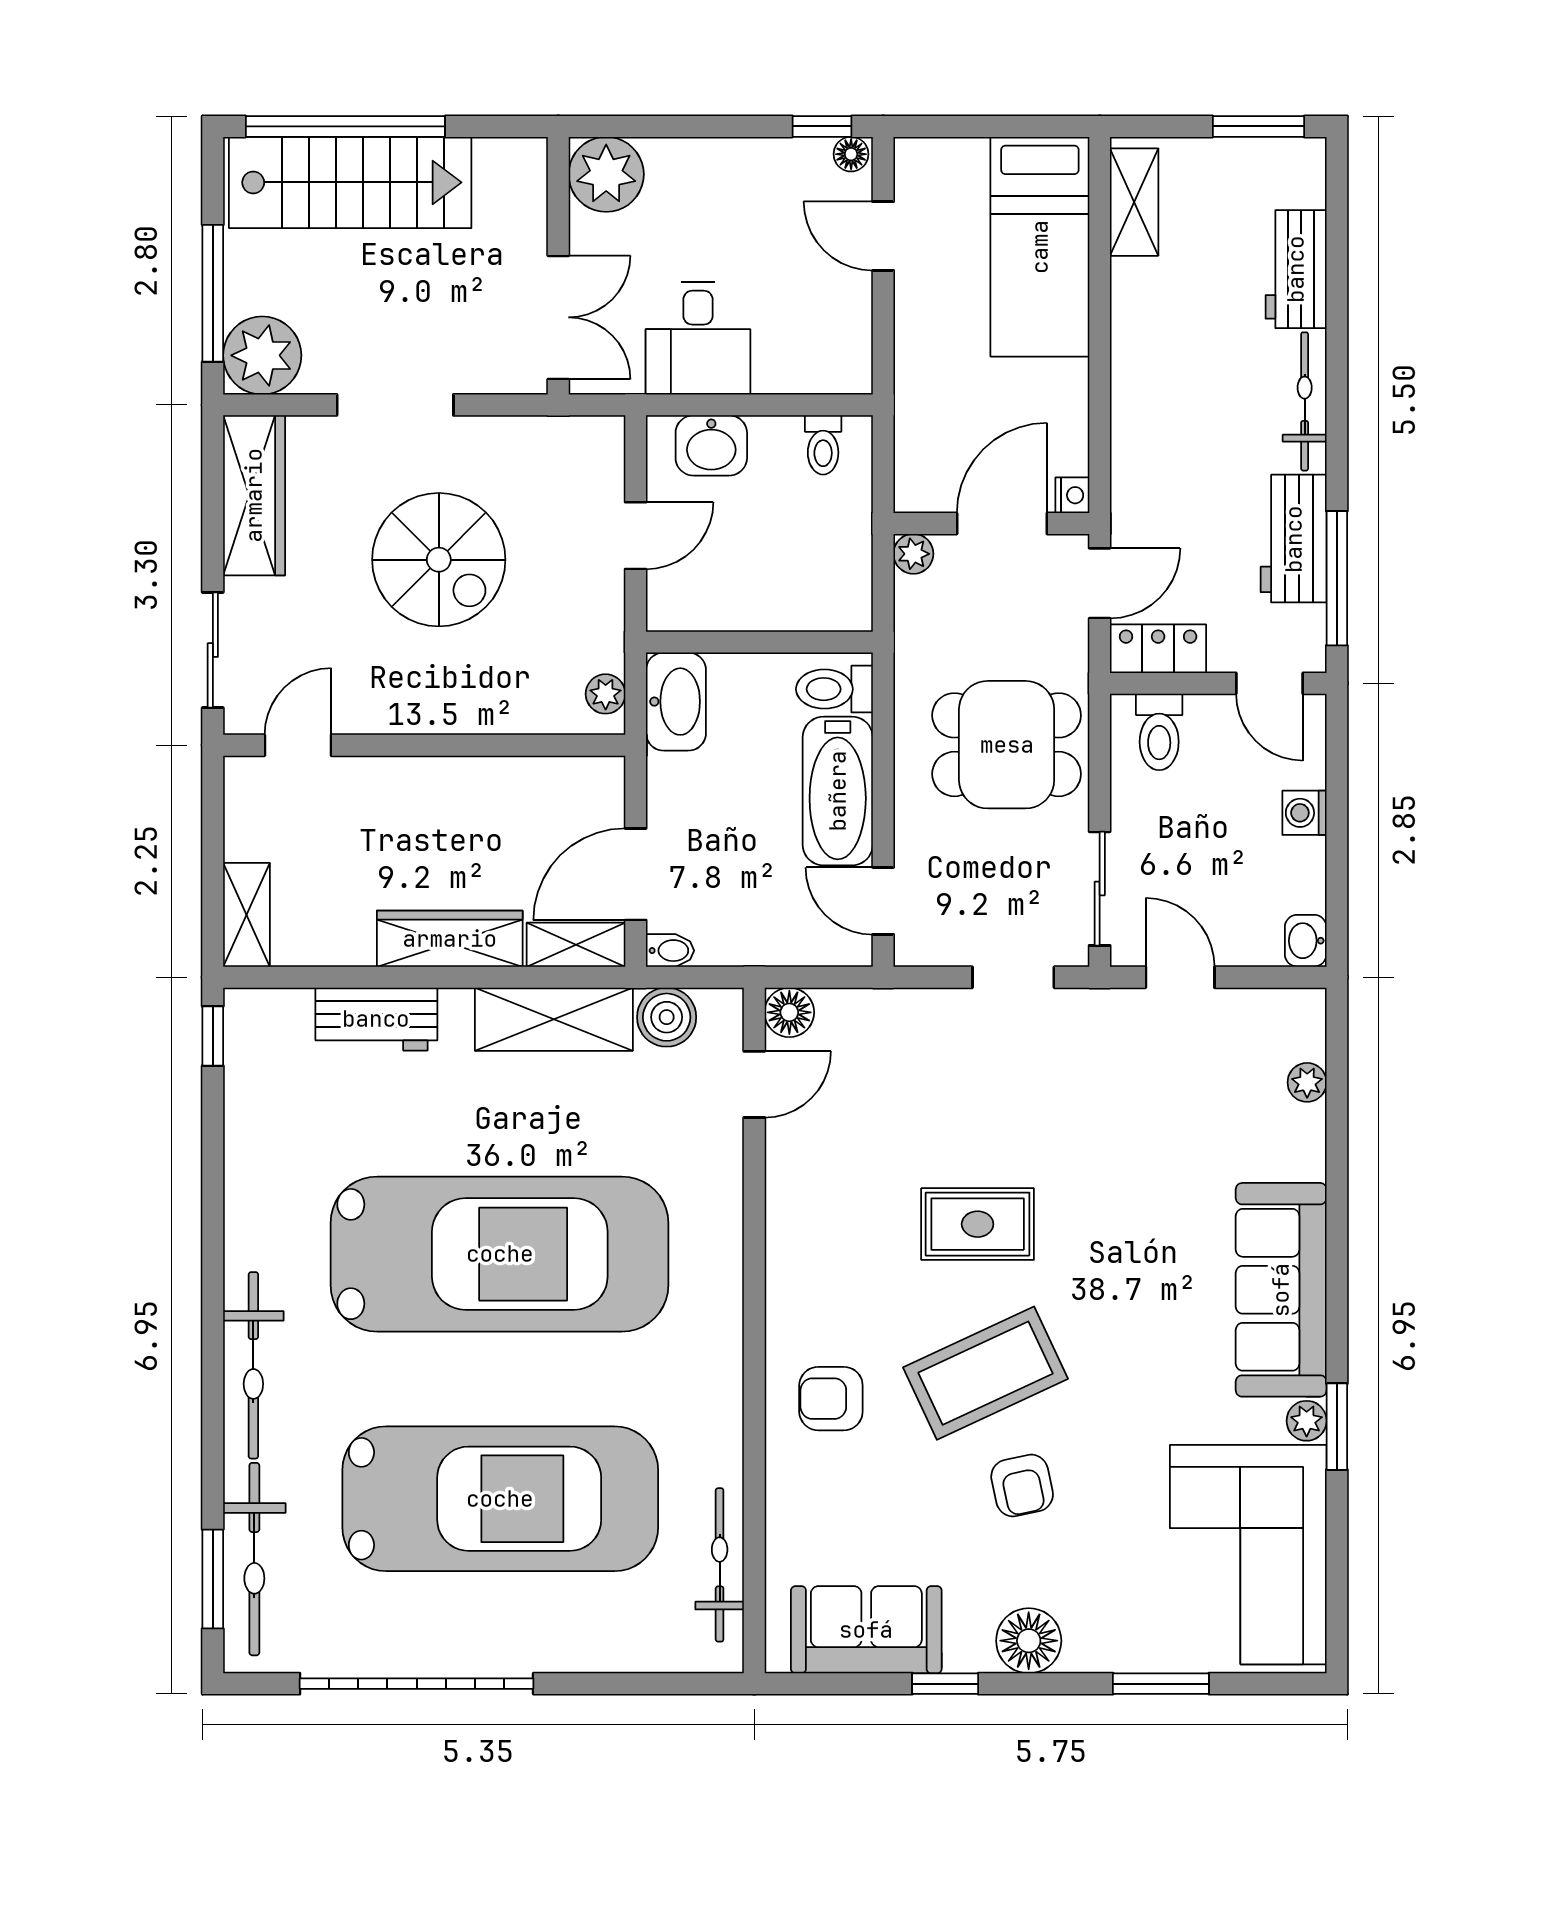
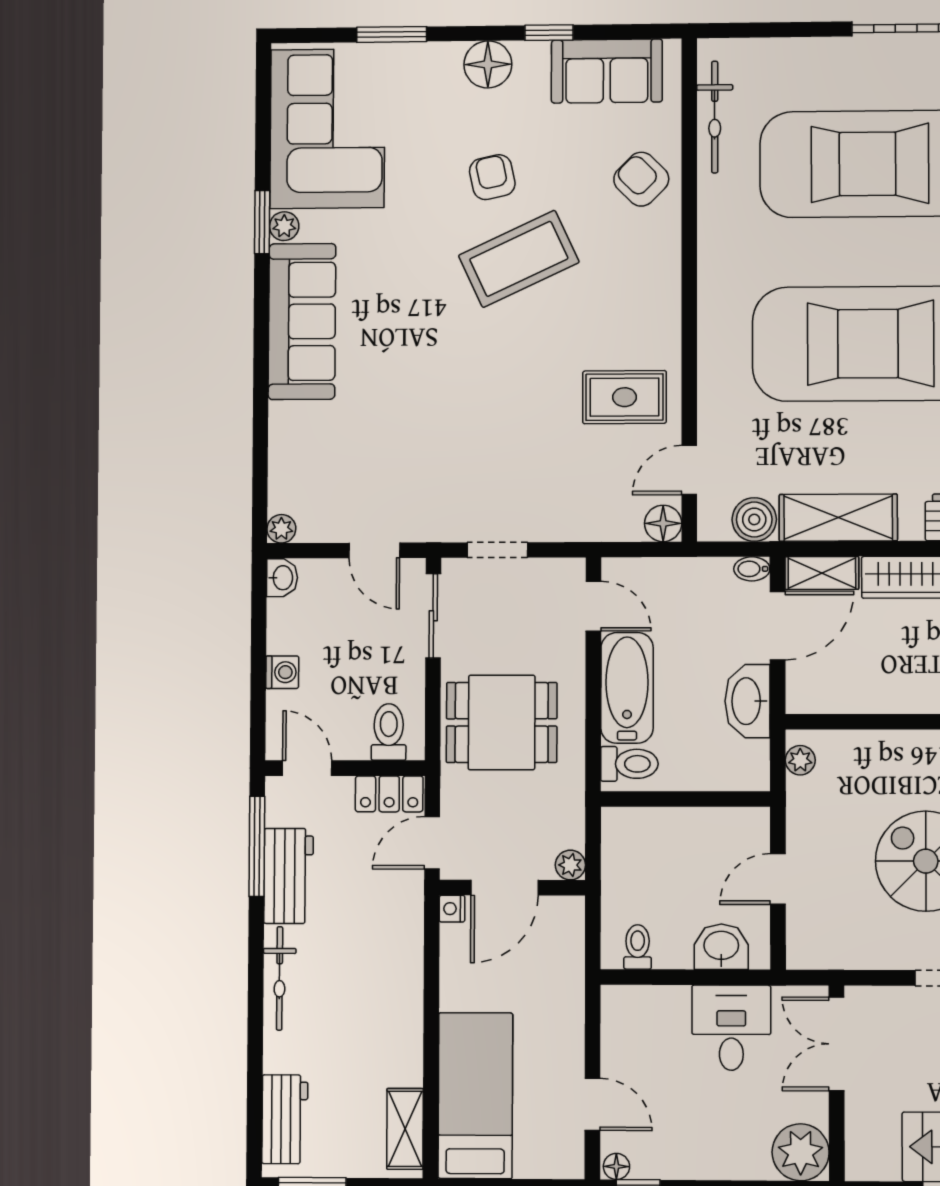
workbench: (1296, 269) -> (285, 1119), moved
washbasin: (676, 702) -> (747, 701), moved
plant: (1307, 1082) -> (281, 529), moved
rug: (978, 1224) -> (625, 397), moved
armchair: (831, 1399) -> (641, 179), moved, turned -135

